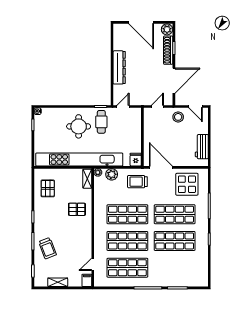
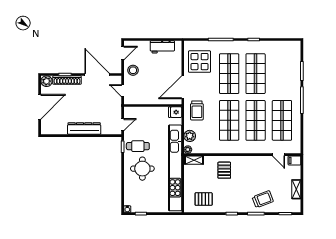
door: (123, 107) -> (123, 125), swing flipped

